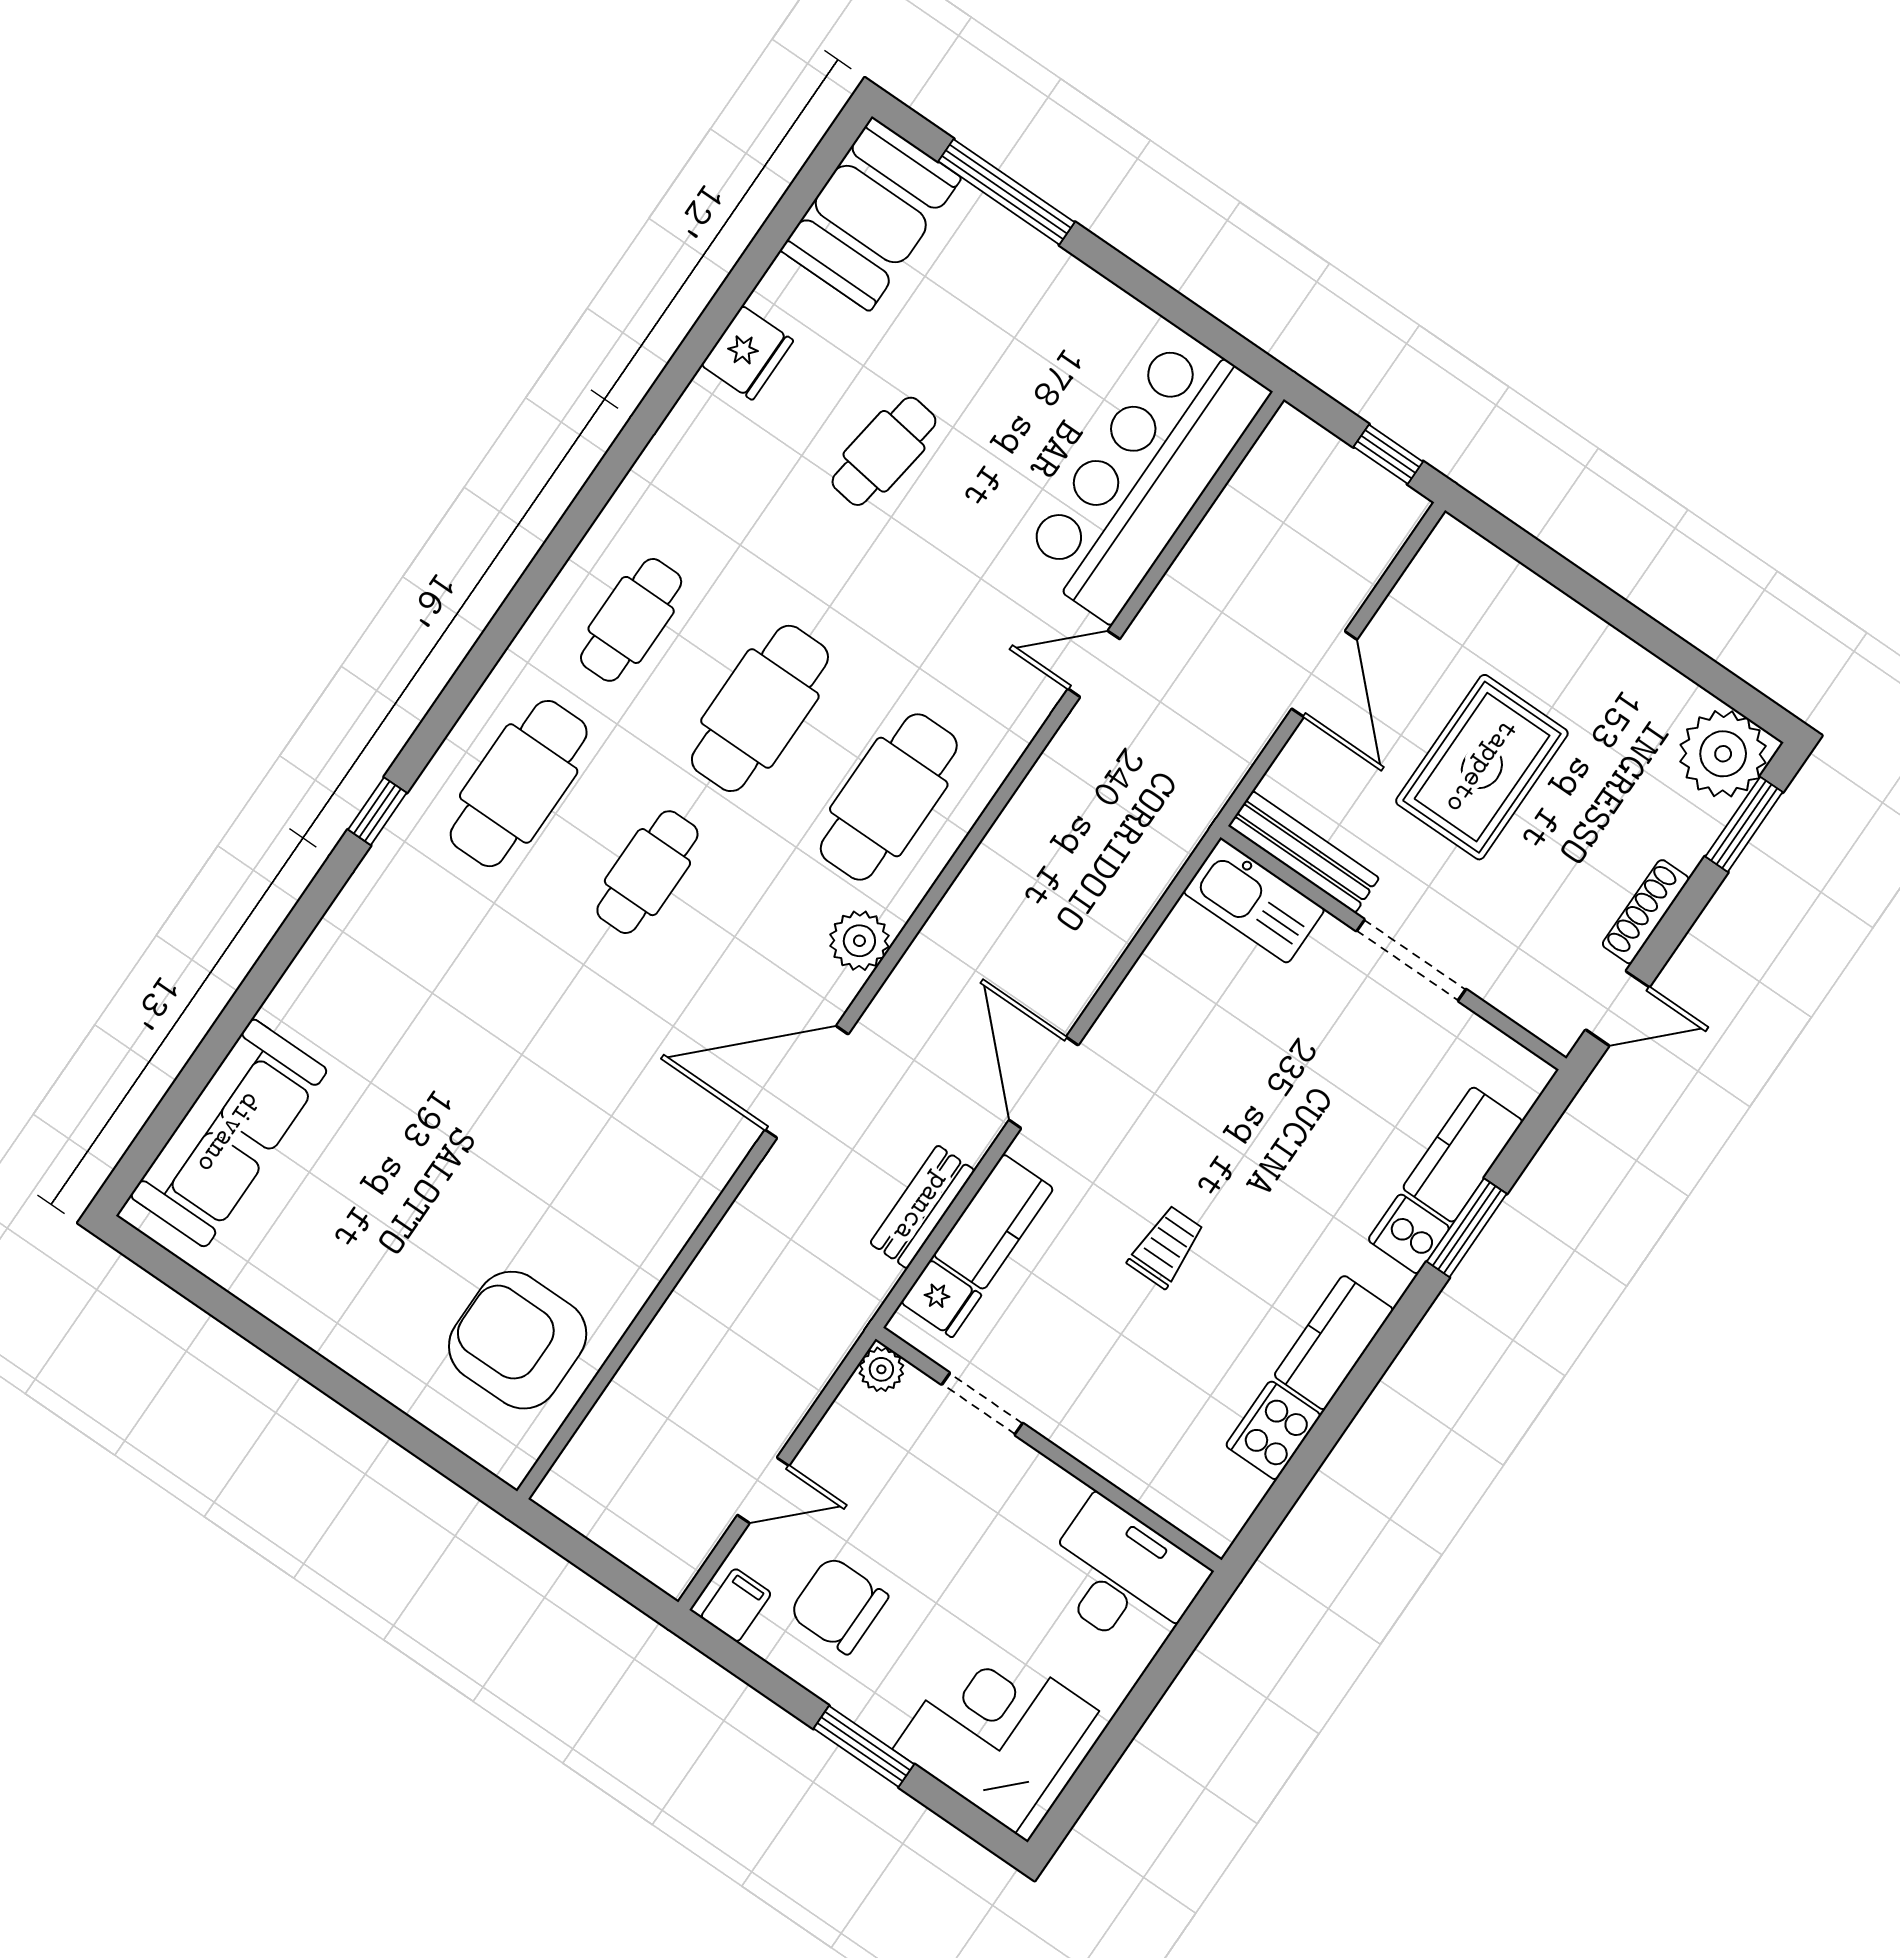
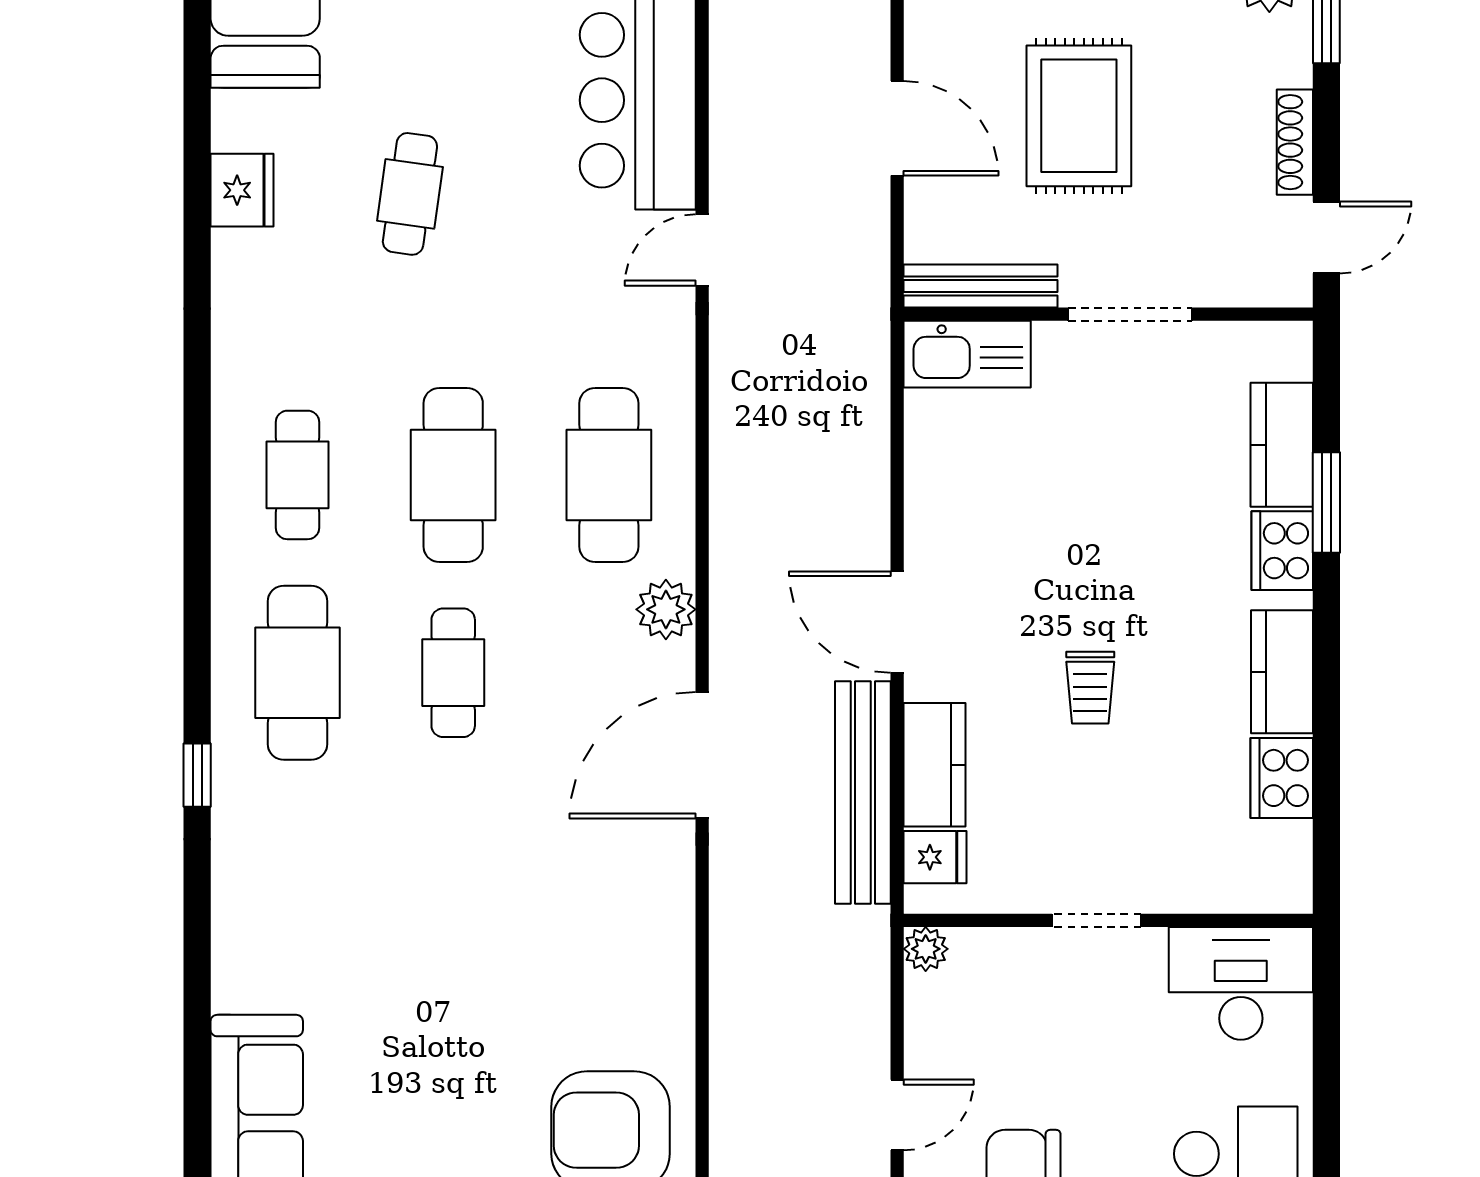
bench: (922, 1207) -> (863, 792), width x1.86, depth x1.21
cooker: (1409, 1234) -> (1282, 551), width x1.36
trolley: (1166, 1247) -> (1090, 688), turned 180
doorway: (982, 1404) -> (1096, 920), moved

